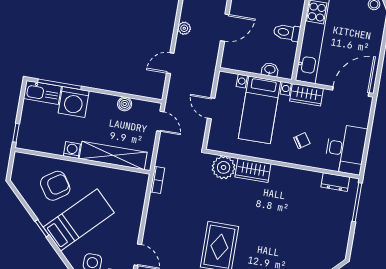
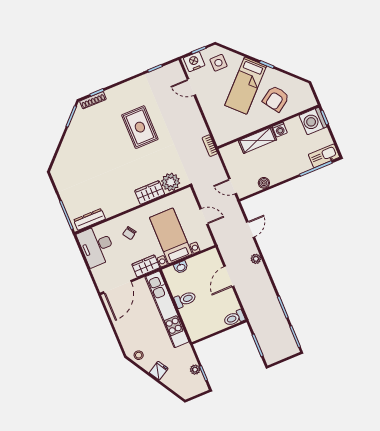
washing machine: (74, 102) -> (313, 121), moved, turned -90
shelving: (113, 155) -> (257, 140), width x0.68
dresser: (335, 182) -> (89, 219), width x1.44

